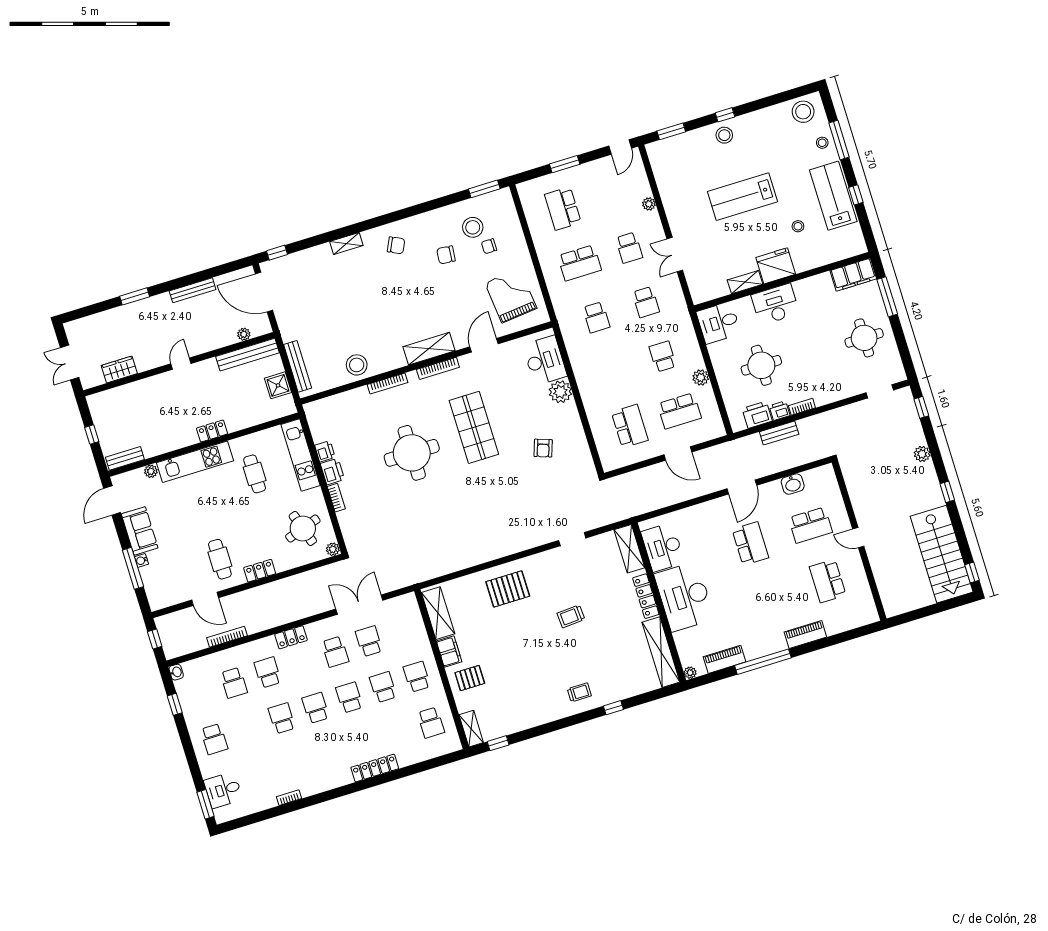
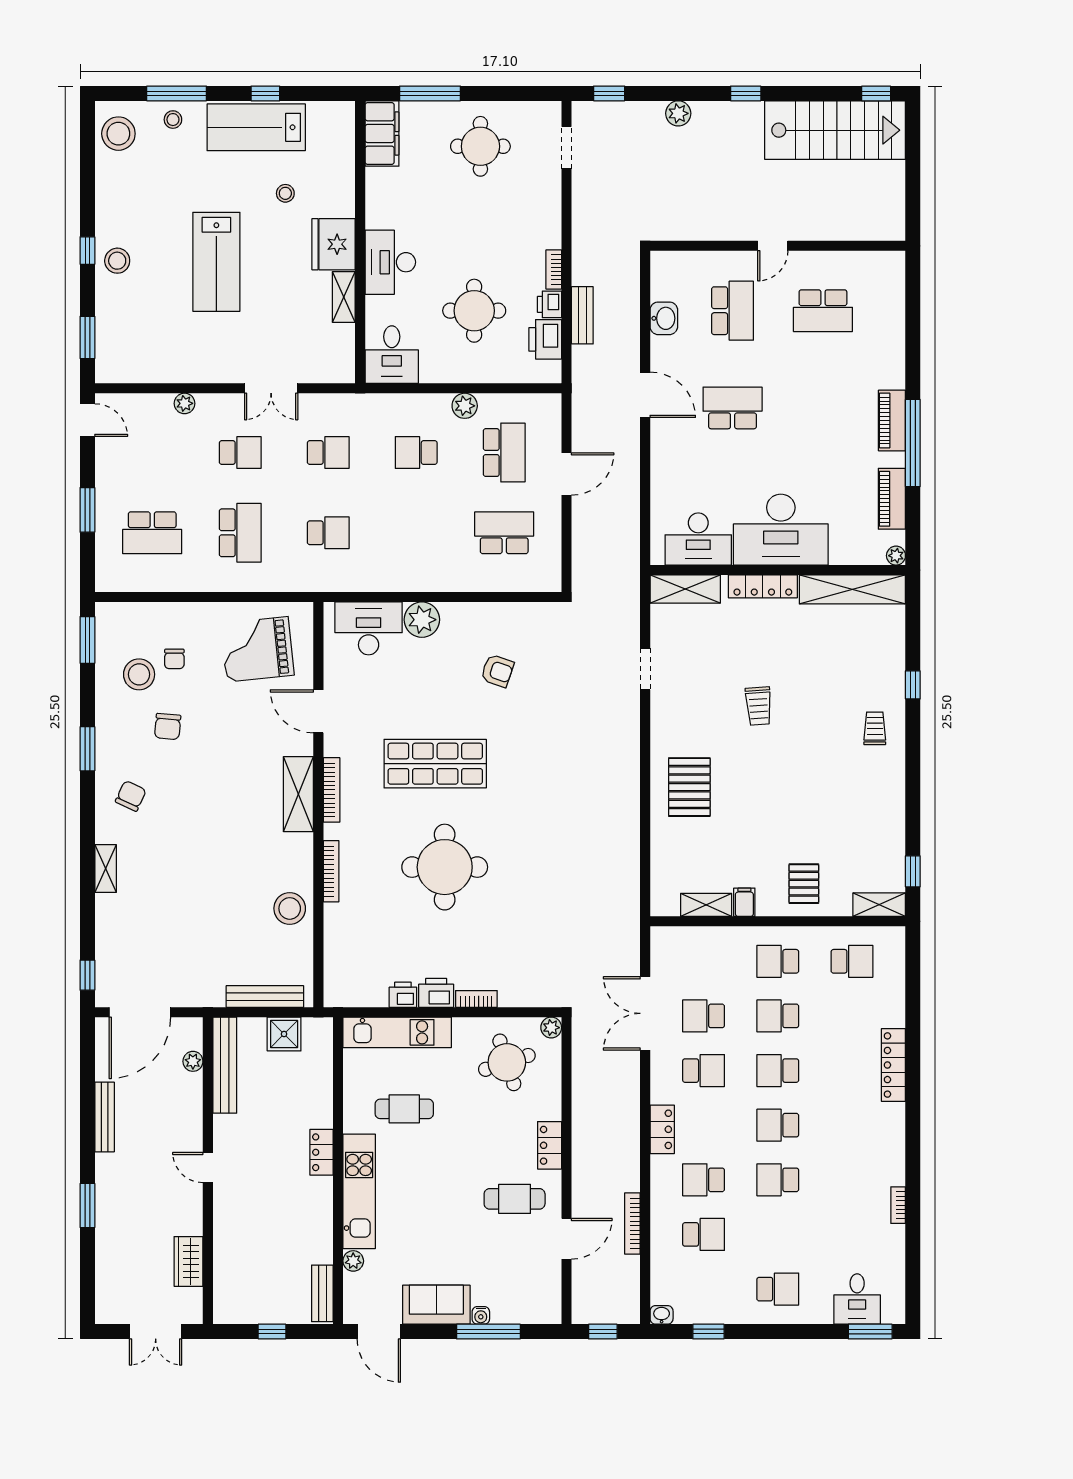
window: (417, 210) -> (87, 749), added
shelving: (438, 613) -> (706, 905), width x0.67, depth x0.75
piano: (805, 634) -> (892, 421), moved
filing cabinet: (449, 651) -> (744, 902), width x0.50

